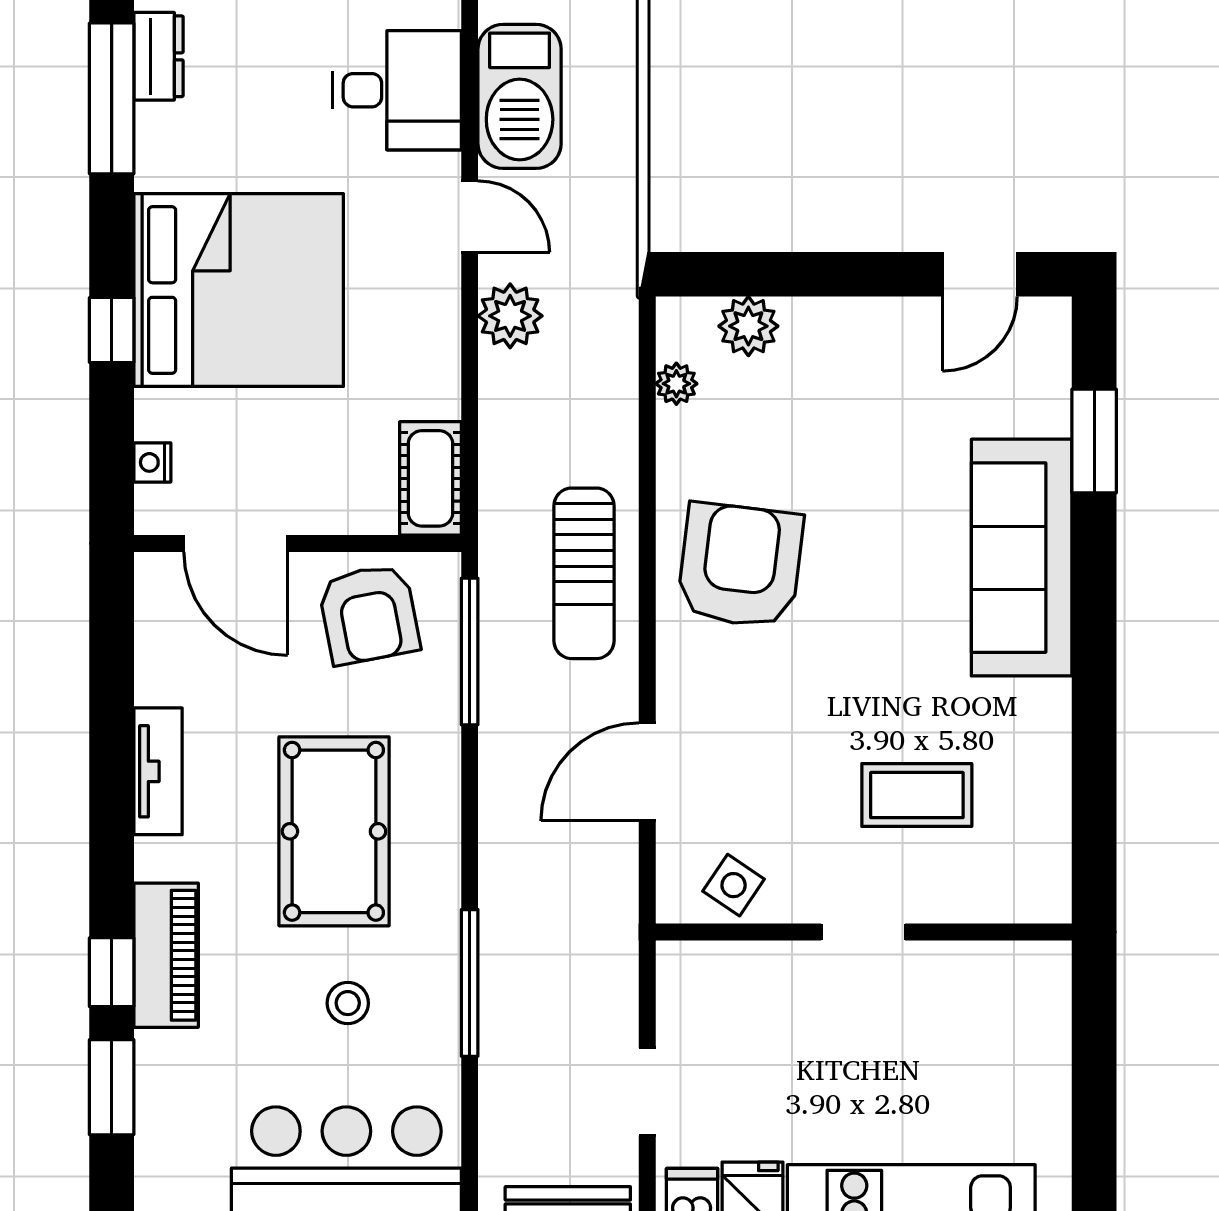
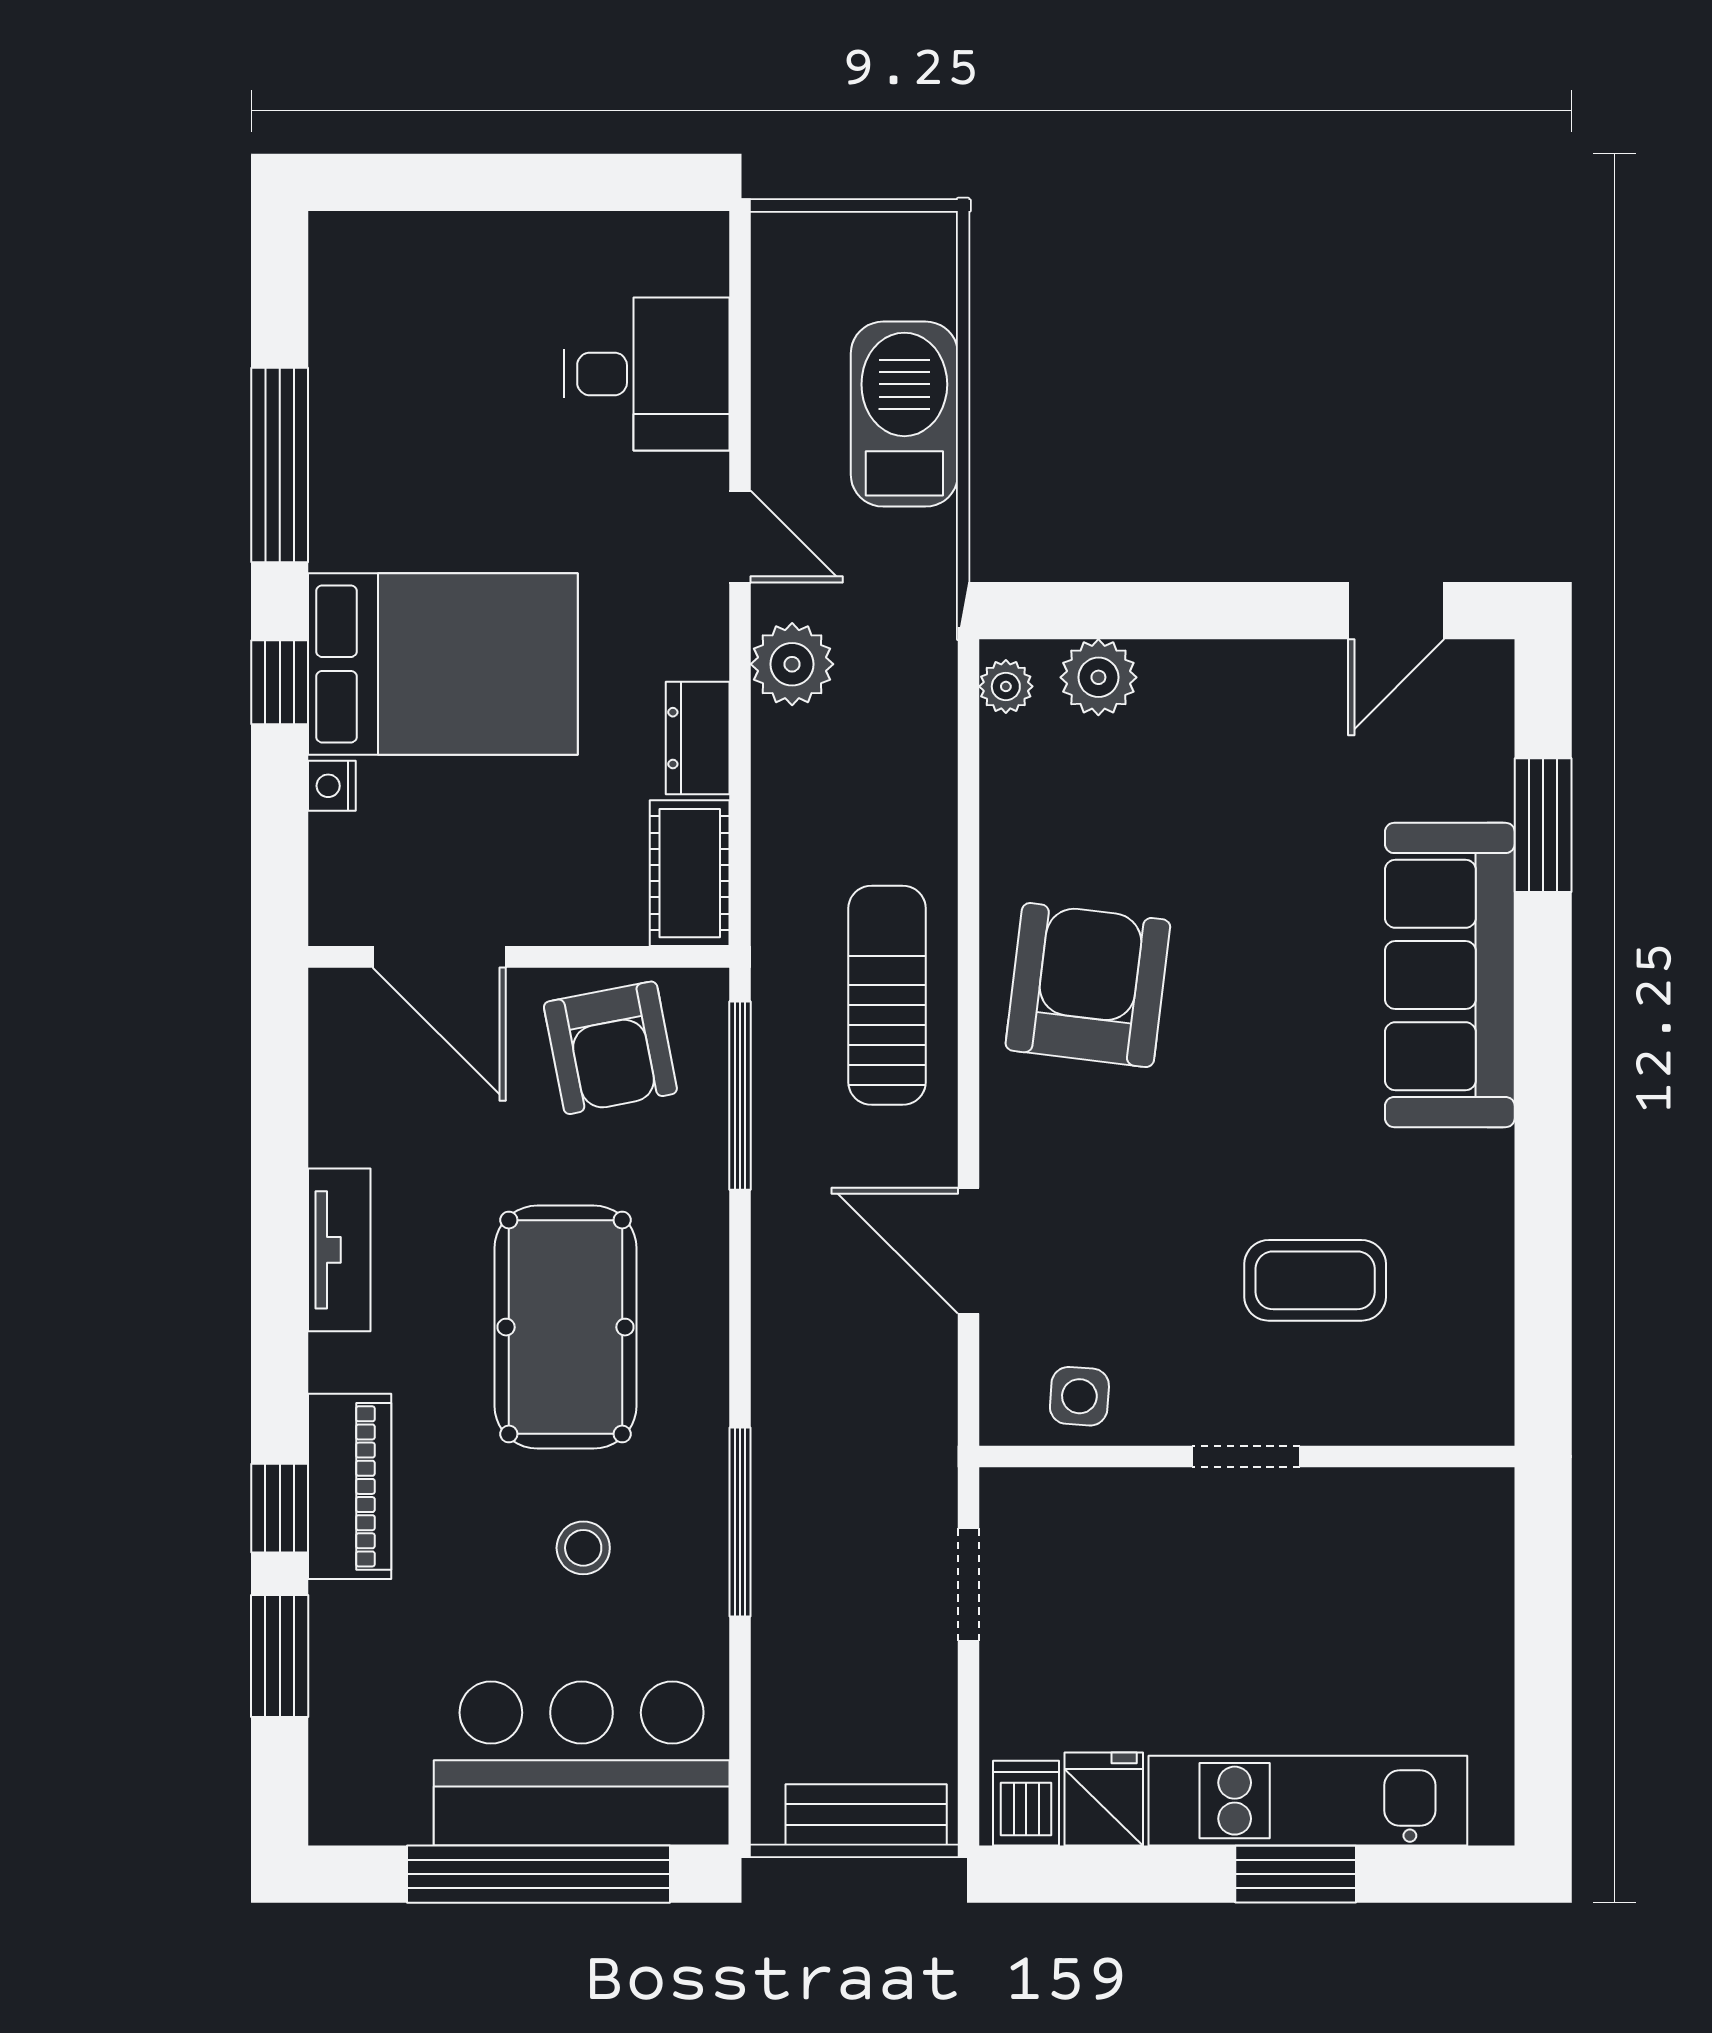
dresser: (159, 56) -> (698, 738), moved, turned 180
barbecue: (520, 96) -> (904, 414), moved, turned 180
window: (112, 98) -> (280, 465), moved
bed: (239, 290) -> (443, 664), width x0.73
plant: (676, 384) -> (1006, 686), moved
nightstand: (152, 462) -> (332, 786), moved
sun lounger: (584, 573) -> (887, 995), turned 180
door: (647, 772) -> (968, 1251), hinge flipped
side table: (734, 885) -> (1079, 1396), turned -30
doorway: (647, 1092) -> (968, 1585), moved

